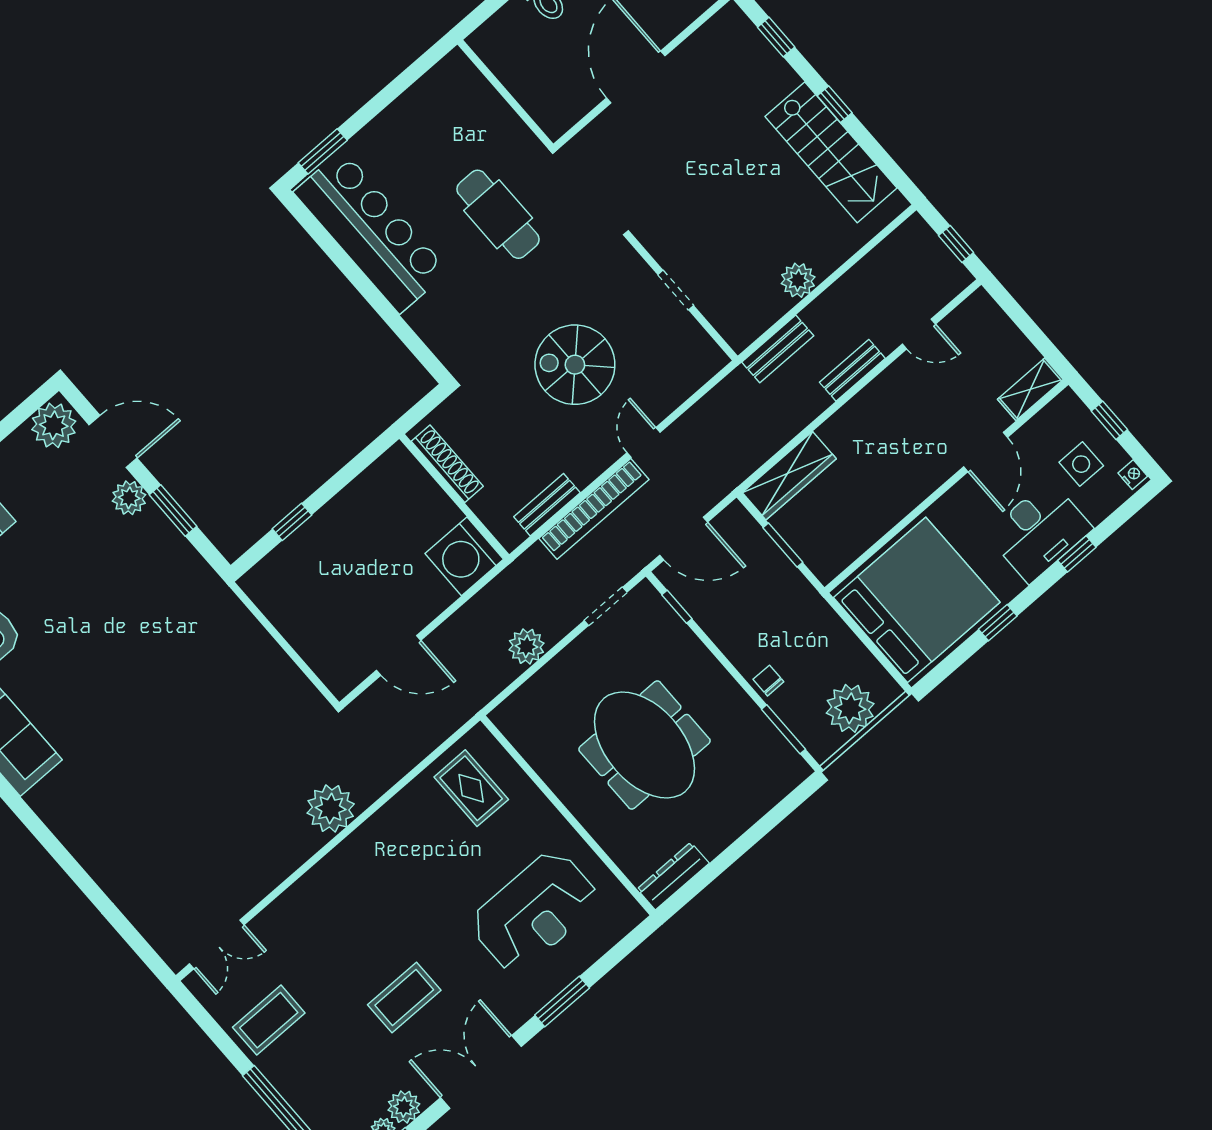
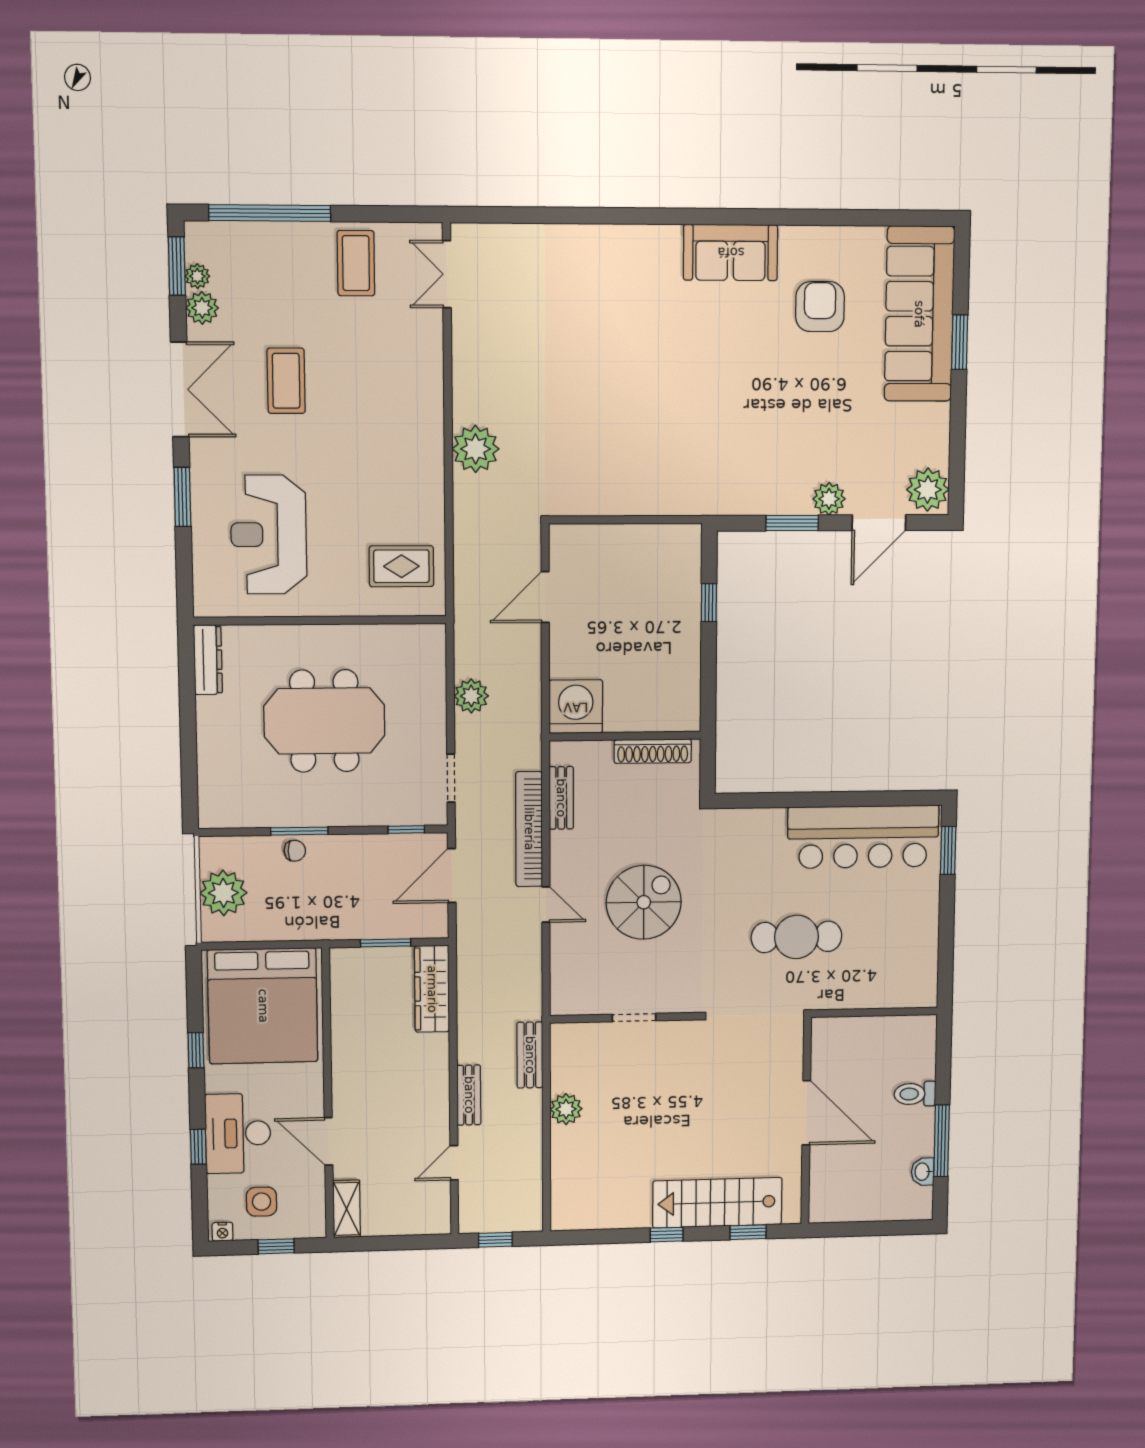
stairs: (831, 152) -> (717, 1203), moved
window: (783, 729) -> (299, 831), moved

